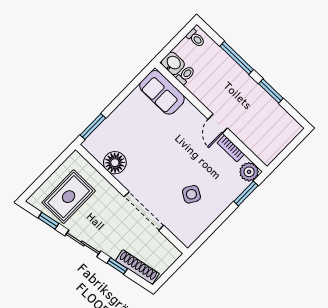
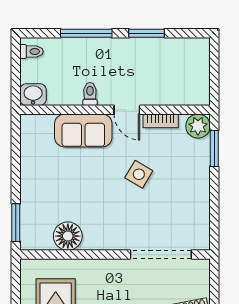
toilet: (186, 75) -> (90, 94), moved
sofa: (162, 92) -> (83, 131), moved
side table: (191, 194) -> (139, 174), moved
doorway: (144, 211) -> (161, 254), moved

